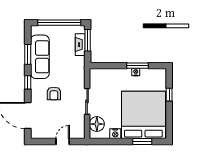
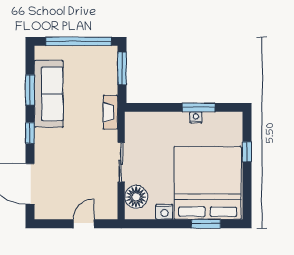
fireplace: (80, 45) -> (110, 112), moved
armchair: (54, 94) -> (70, 150), removed

